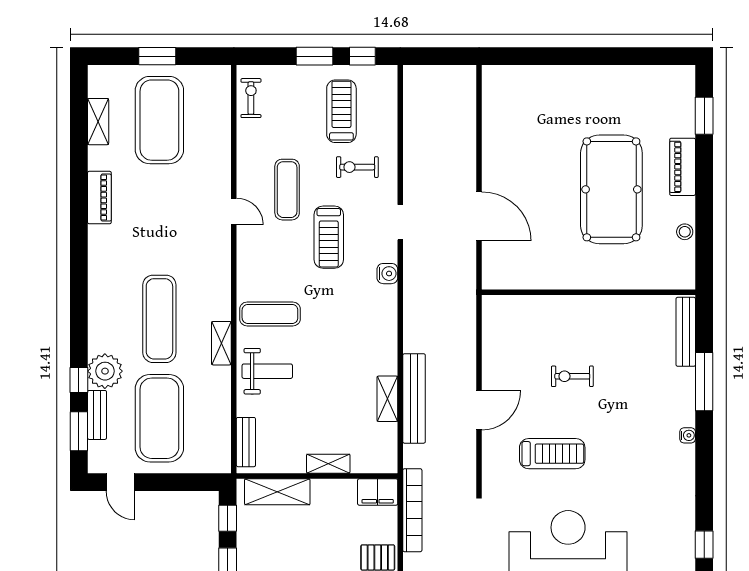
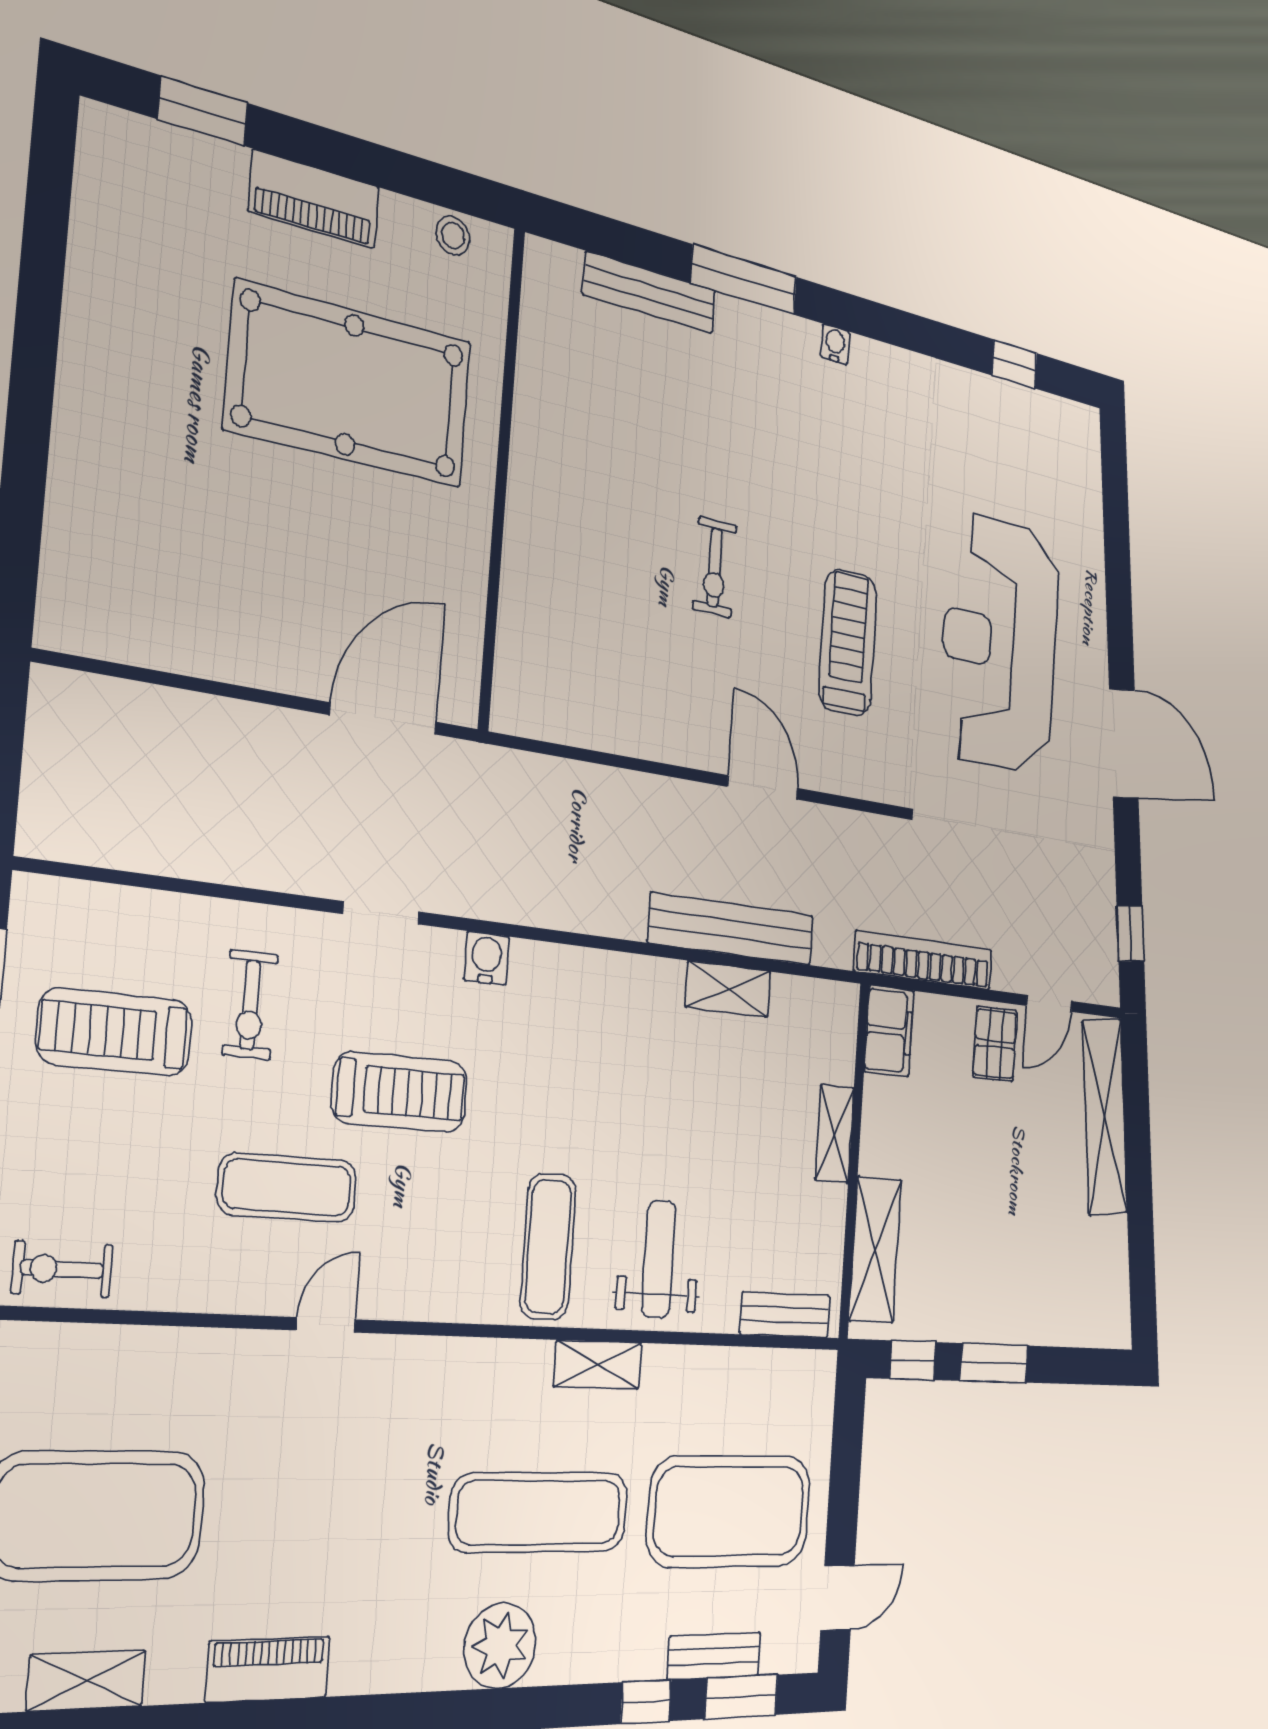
wall: (589, 292) -> (501, 478), moved
plant: (105, 371) -> (500, 1646), moved

